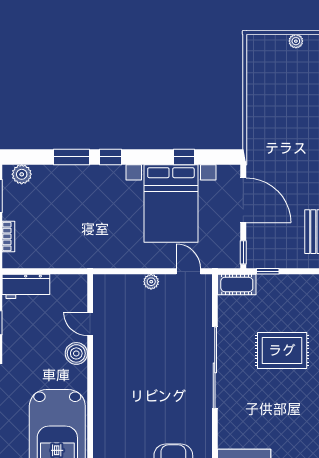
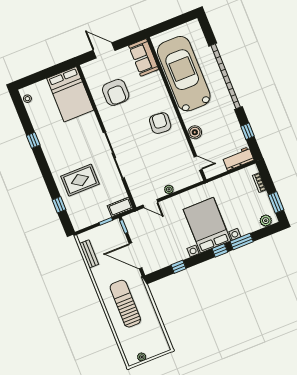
sun lounger: (288, 133) -> (125, 304), added
bed with nightstands: (171, 203) -> (207, 225), moved
door: (90, 324) -> (198, 163), moved
armchair: (124, 389) -> (160, 123), added

